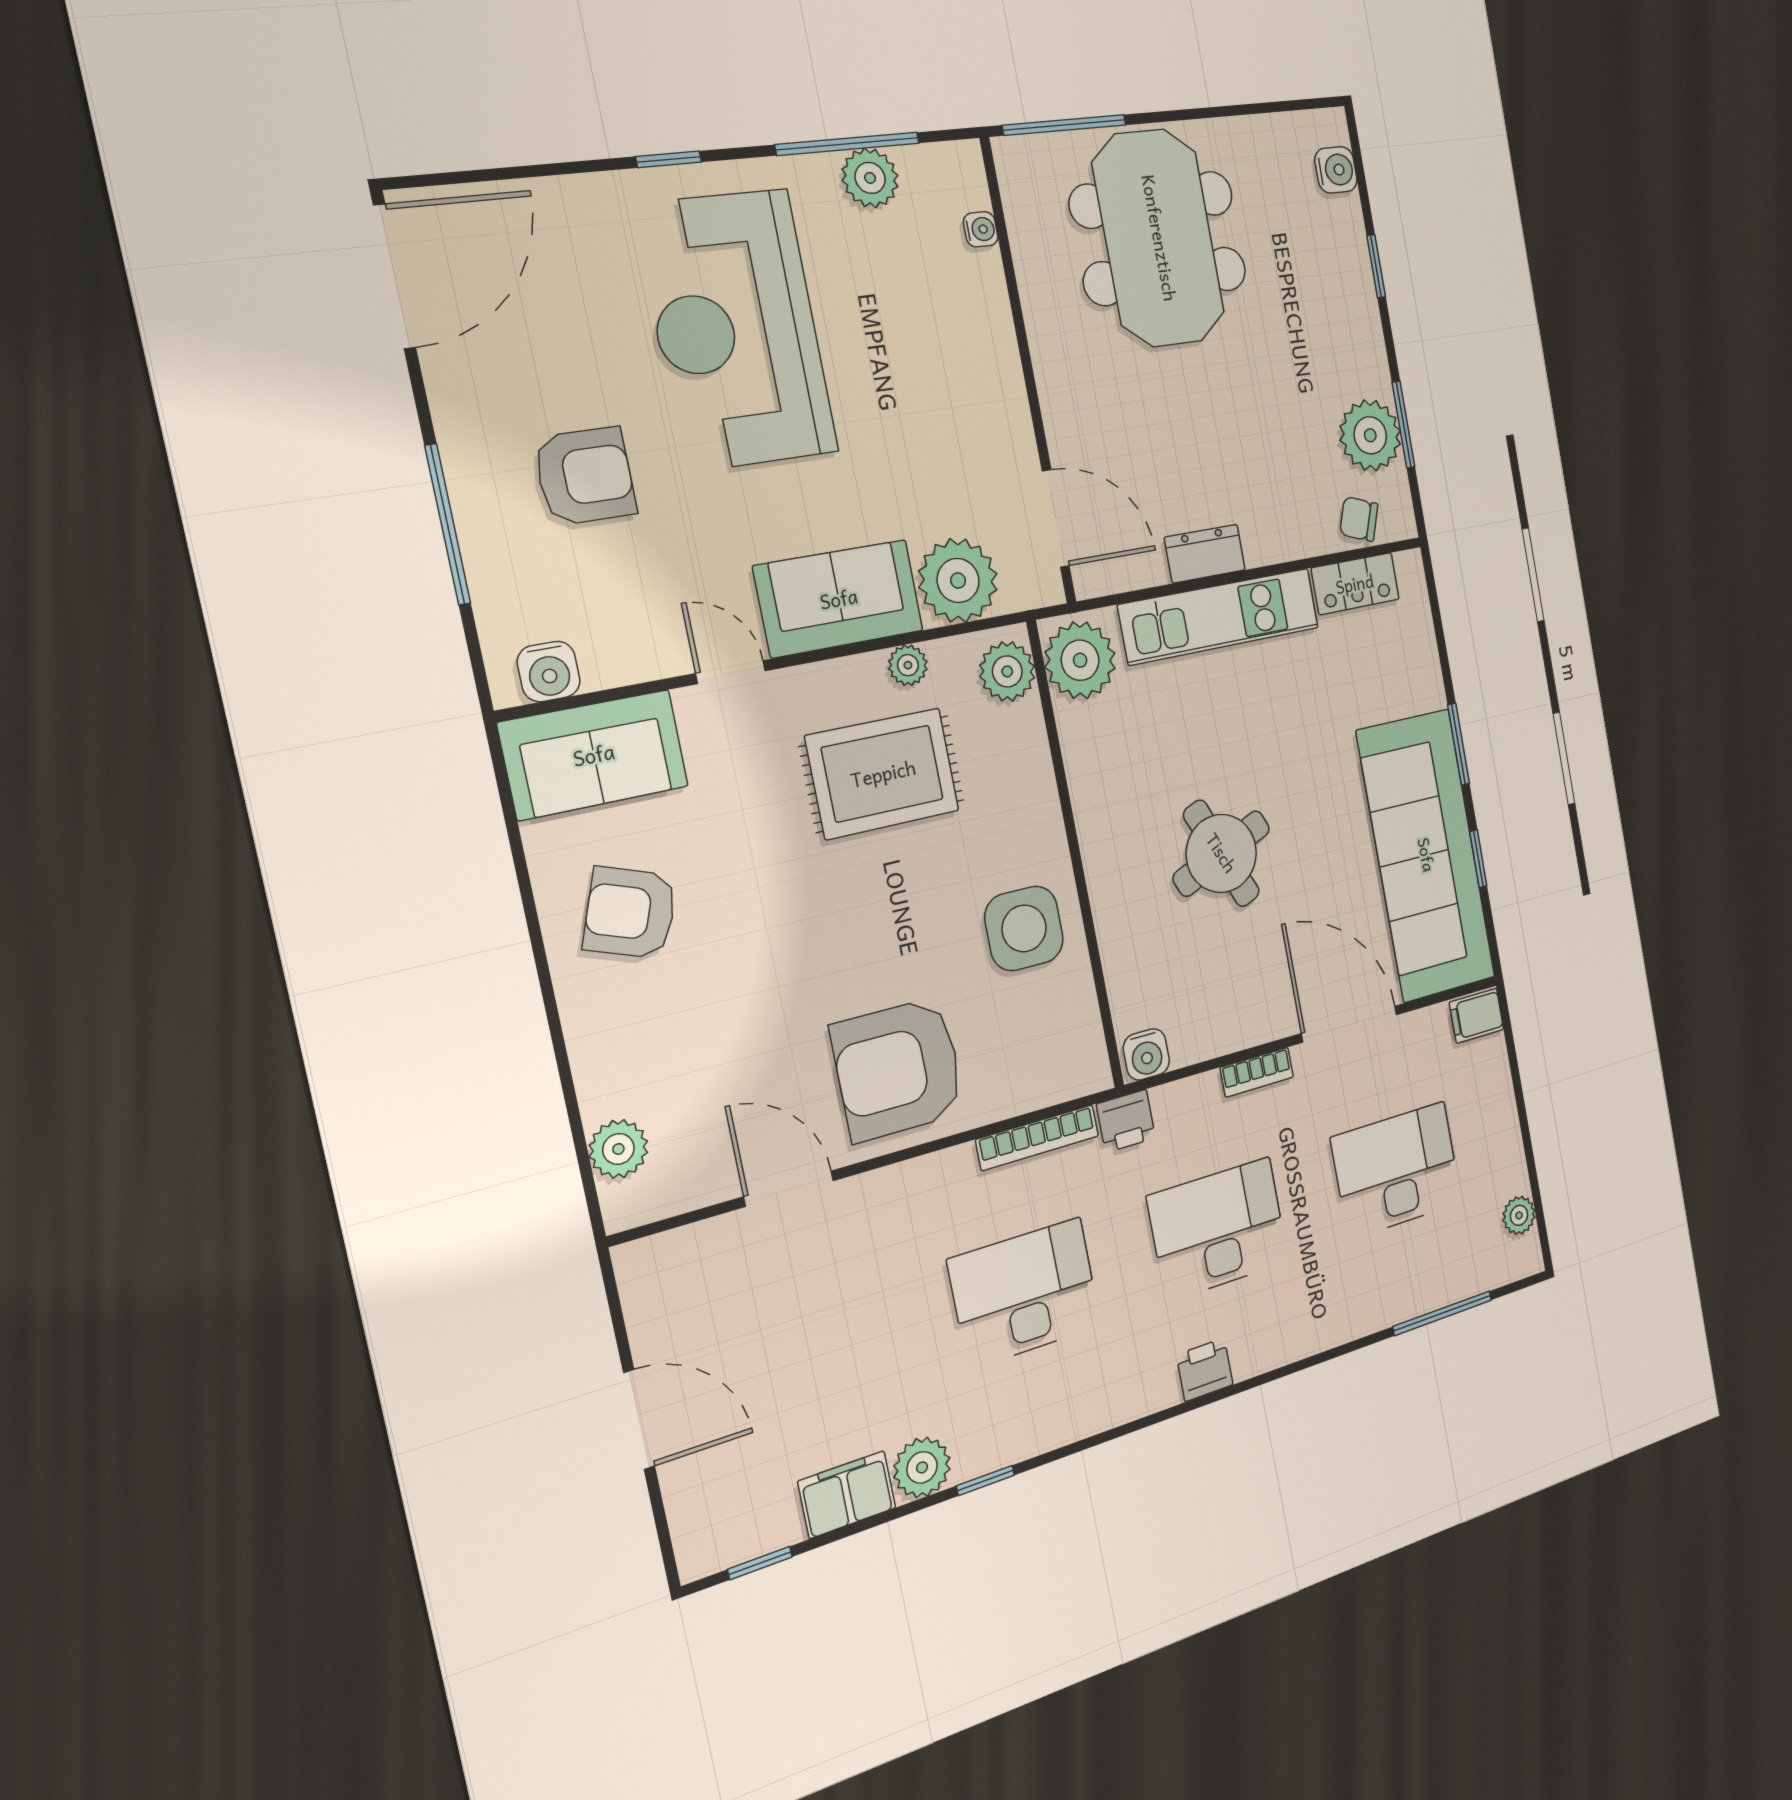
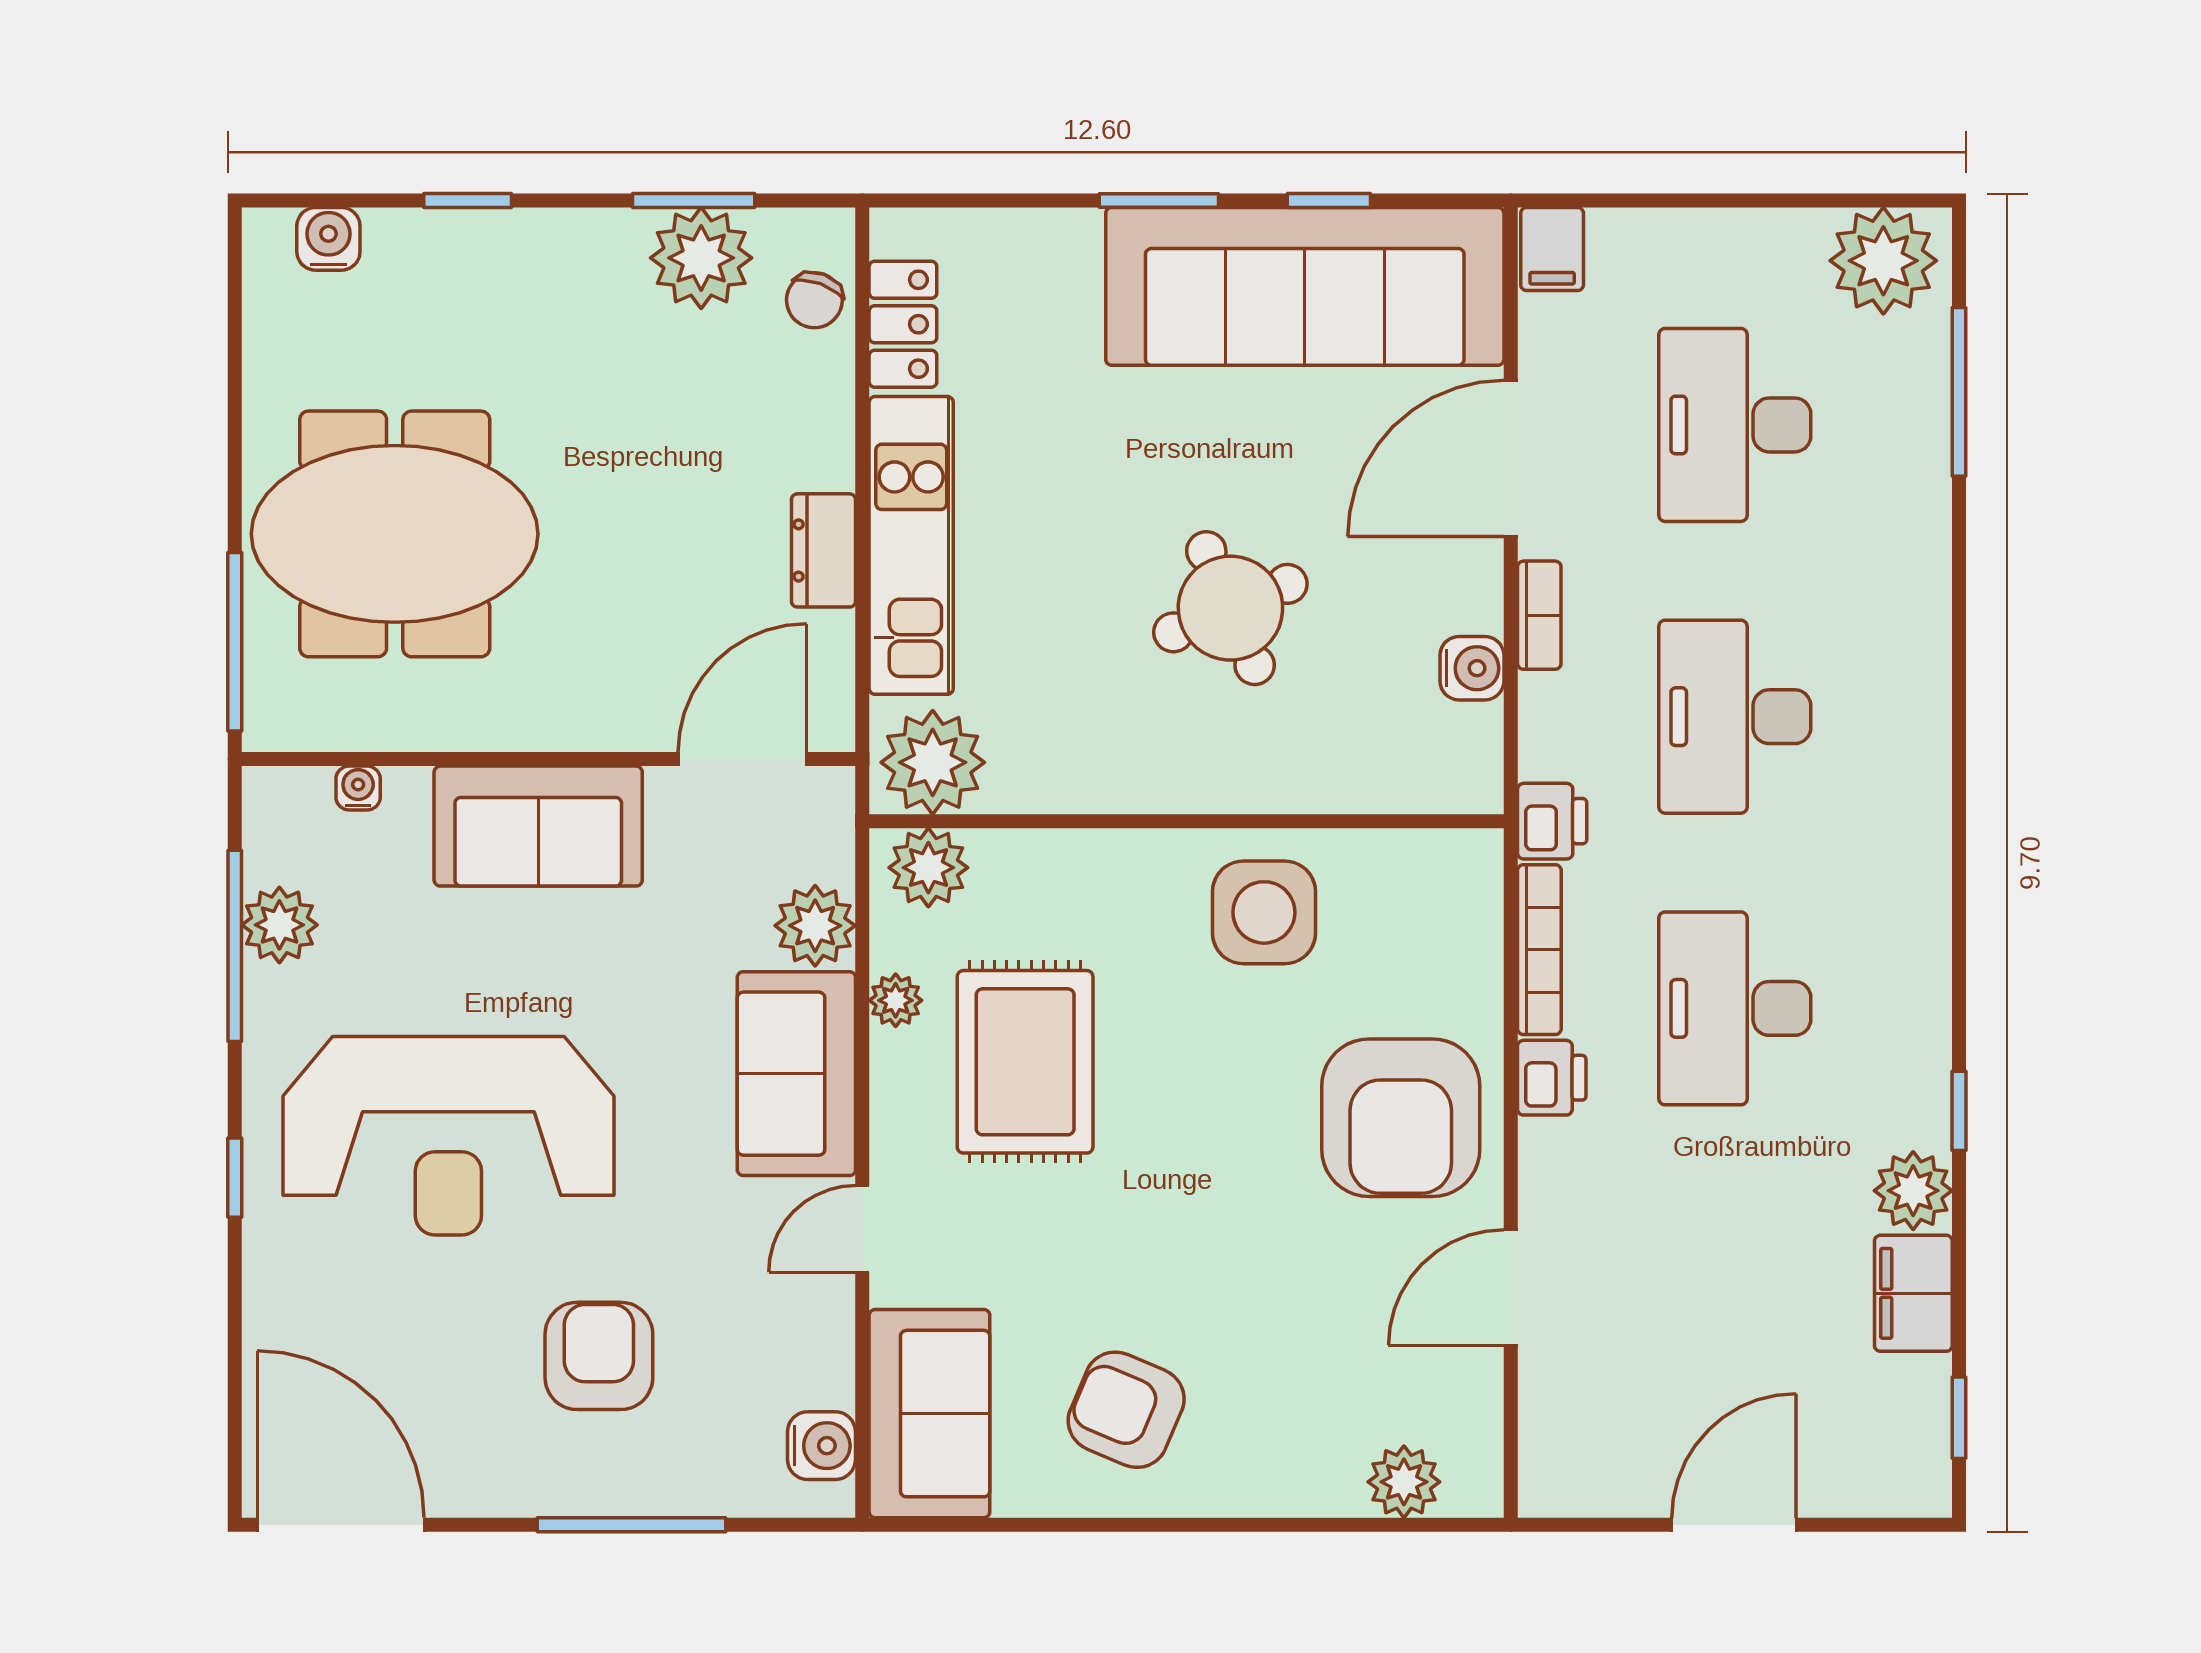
sofa: (980, 371) -> (538, 826), added
plant: (958, 580) -> (815, 926), width x0.73, depth x0.73
armchair: (630, 913) -> (1126, 1410), turned 93
water cooler: (1146, 1054) -> (1472, 668), moved
plant: (1519, 1215) -> (1883, 261), width x1.88, depth x1.88
printer: (1205, 1370) -> (1552, 1078), moved, turned 180

